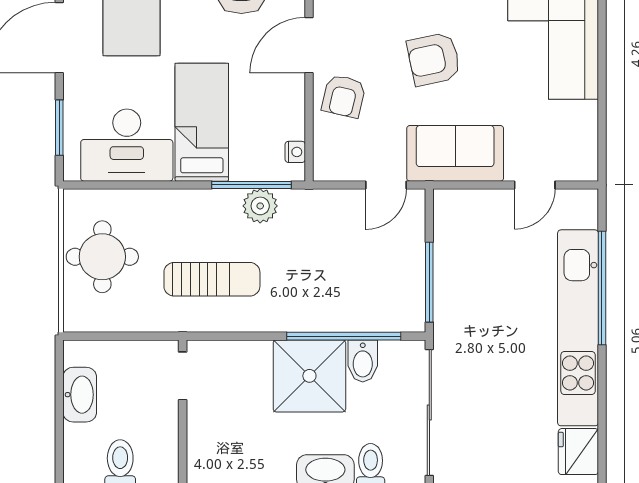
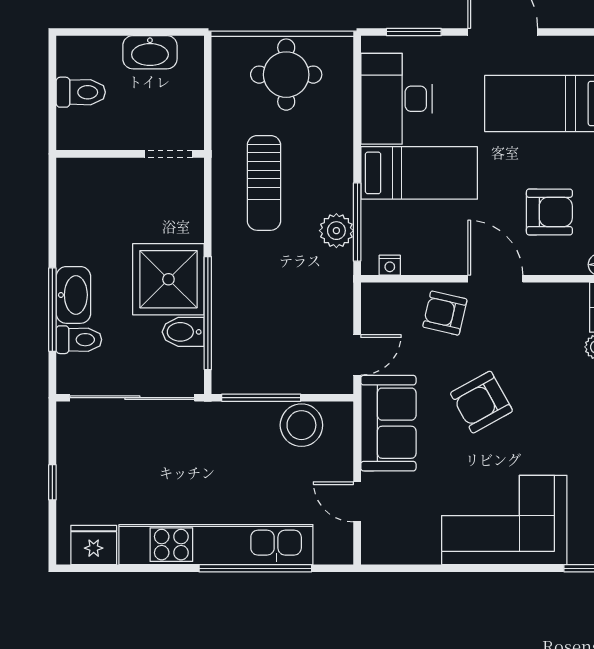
armchair: (434, 59) -> (481, 402), turned -107
door: (386, 185) -> (357, 355), swing flipped
stool: (457, 241) -> (301, 425), added

